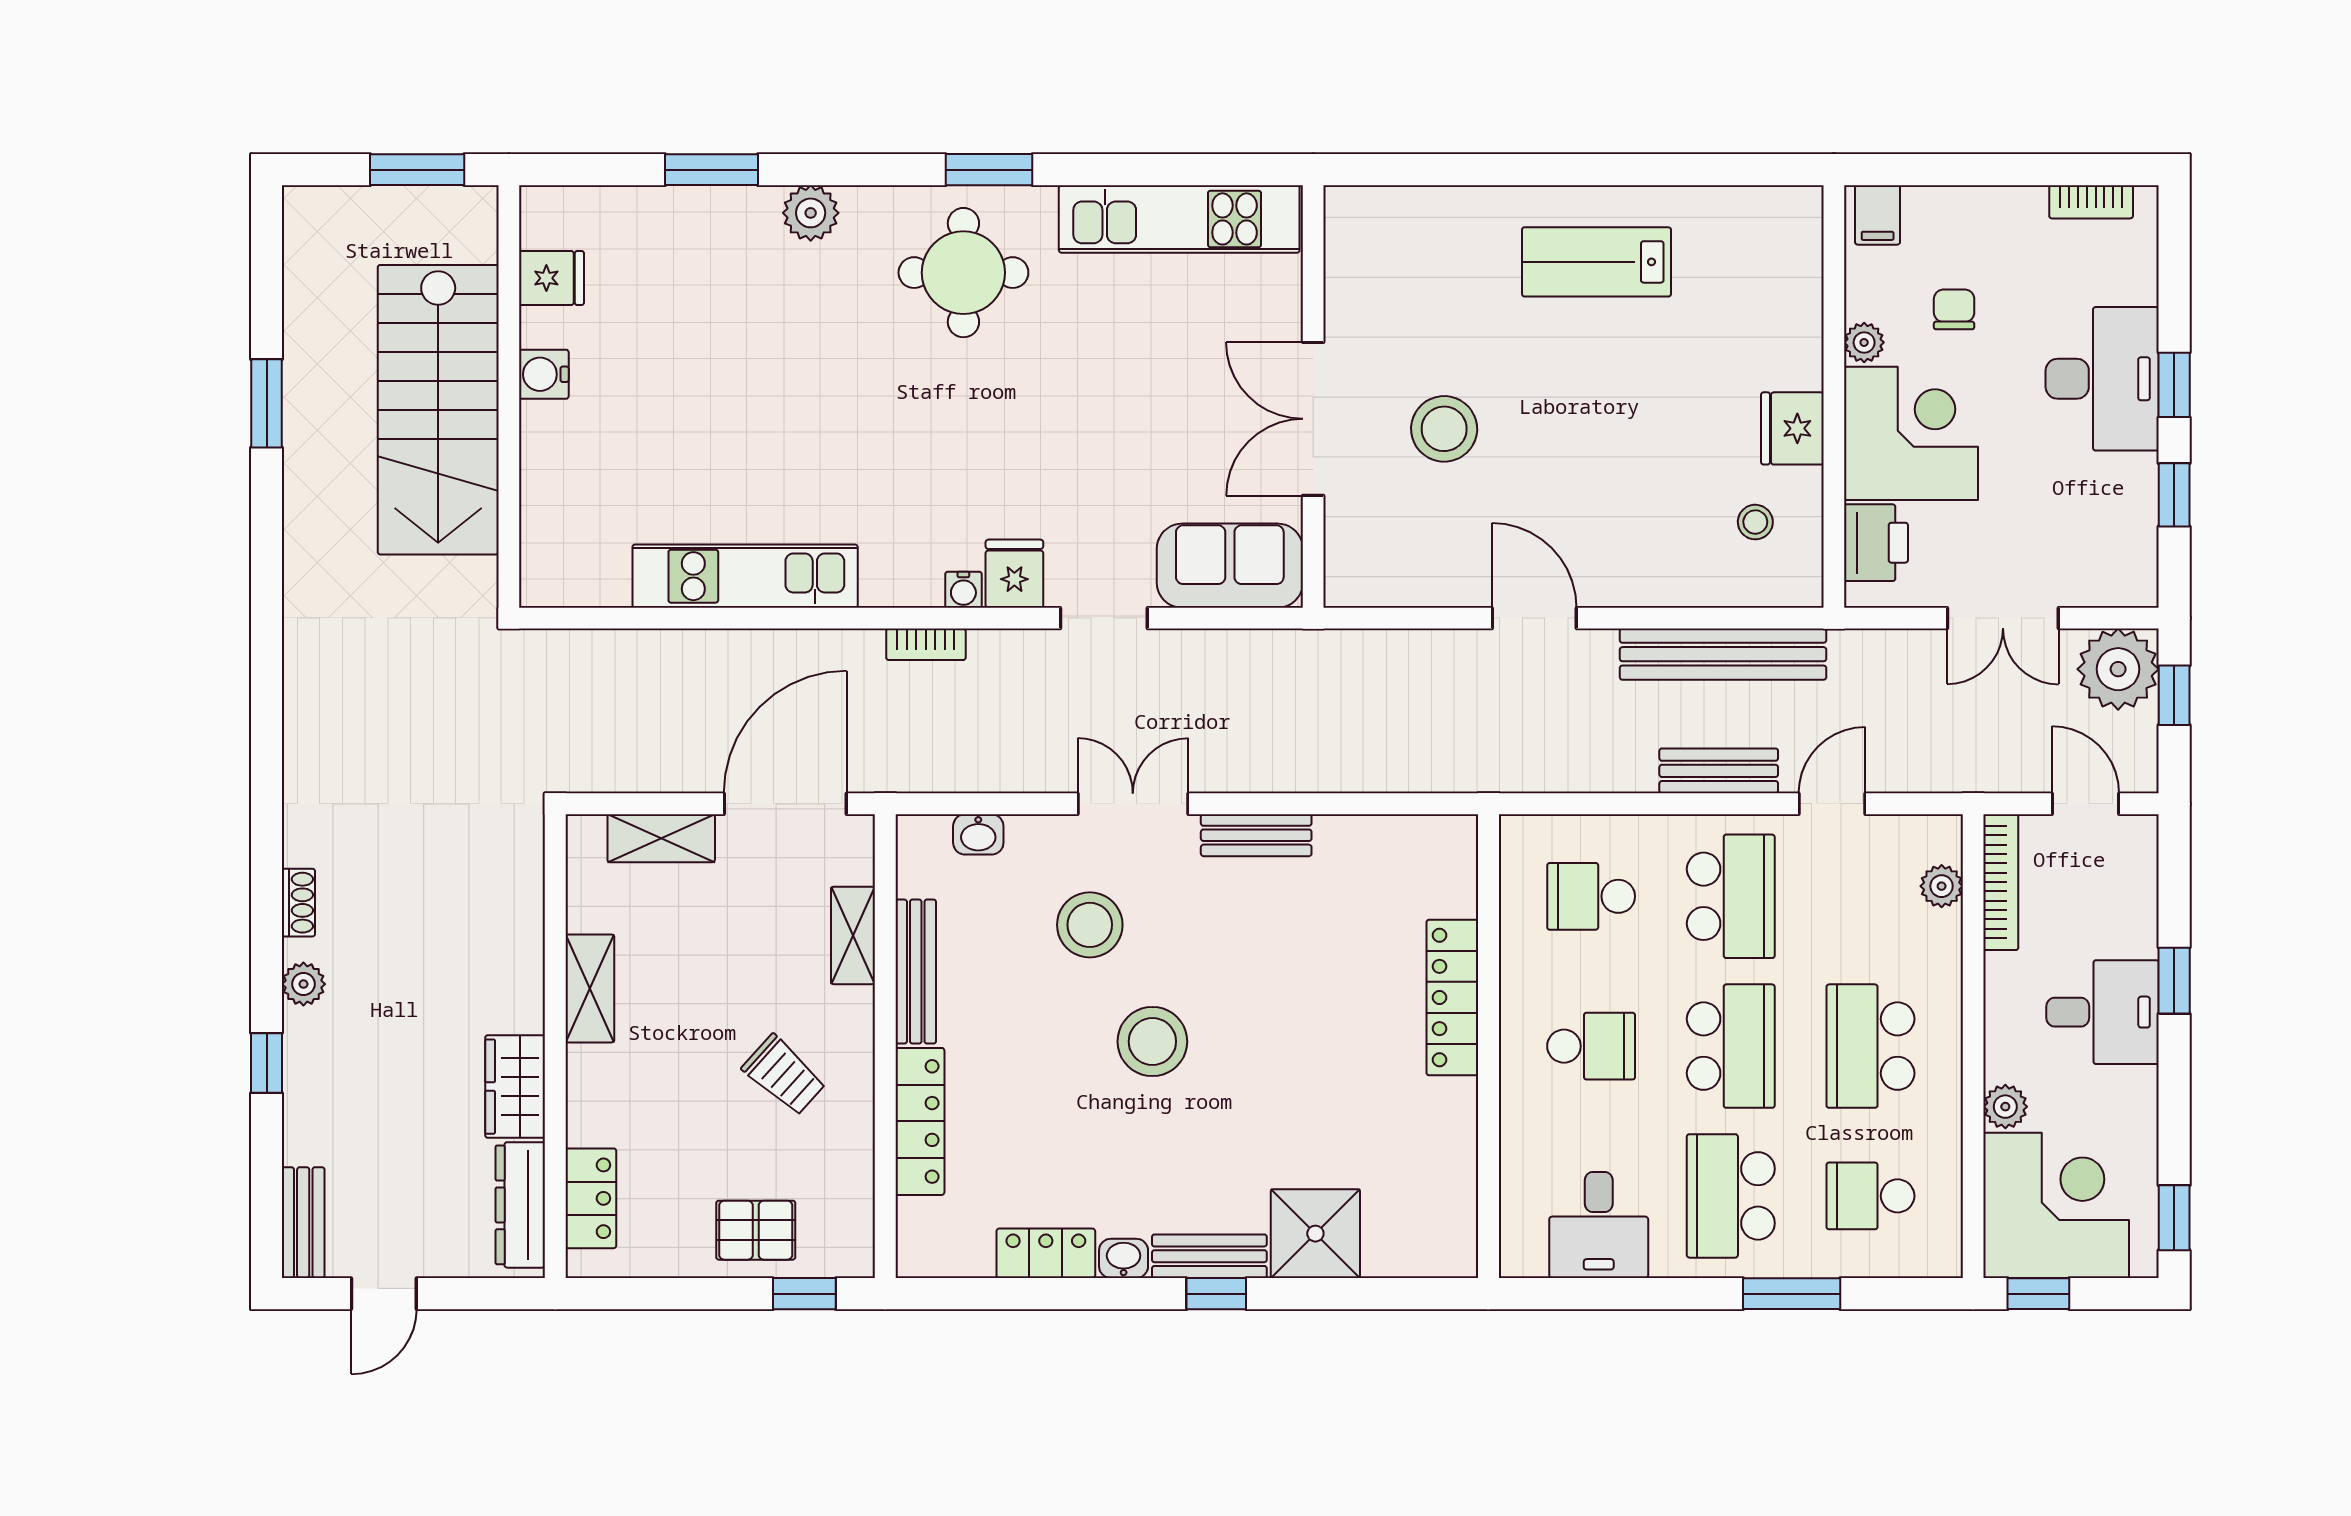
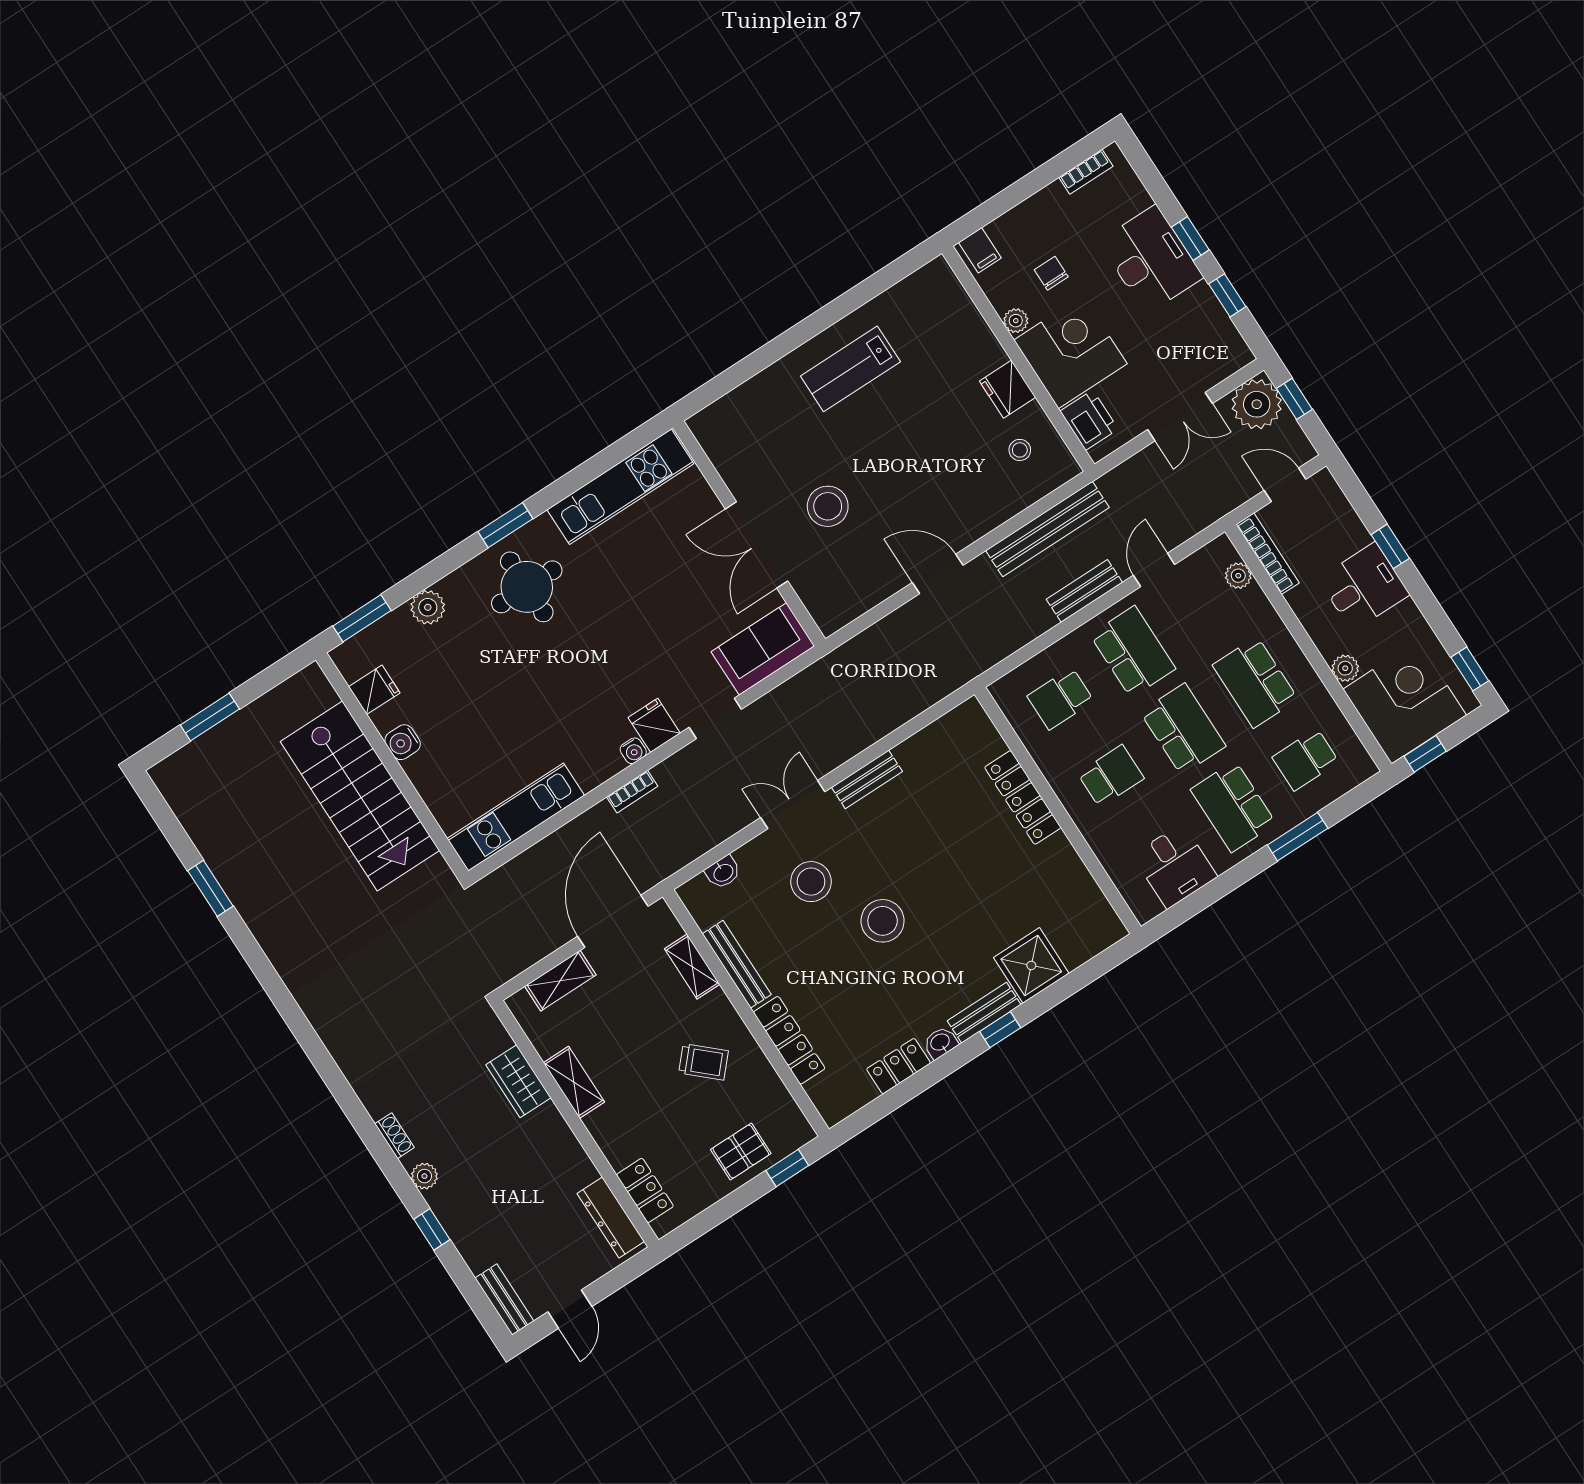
fridge: (552, 278) -> (374, 690), moved
water cooler: (544, 374) -> (403, 742), moved
wall: (509, 396) -> (392, 765), moved
stairs: (438, 410) -> (360, 796), moved
wardrobe: (515, 1087) -> (518, 1081), moved

